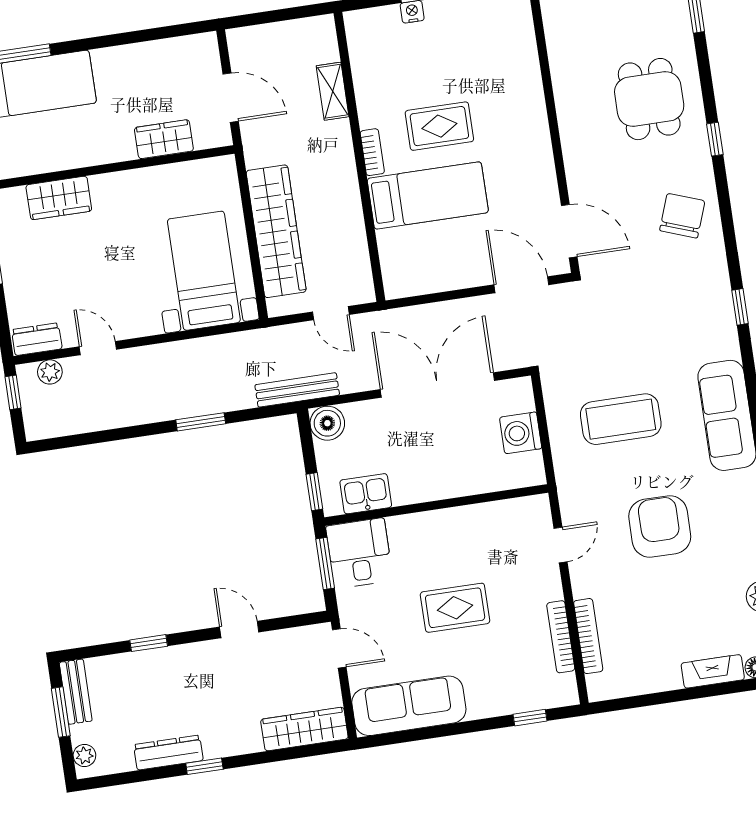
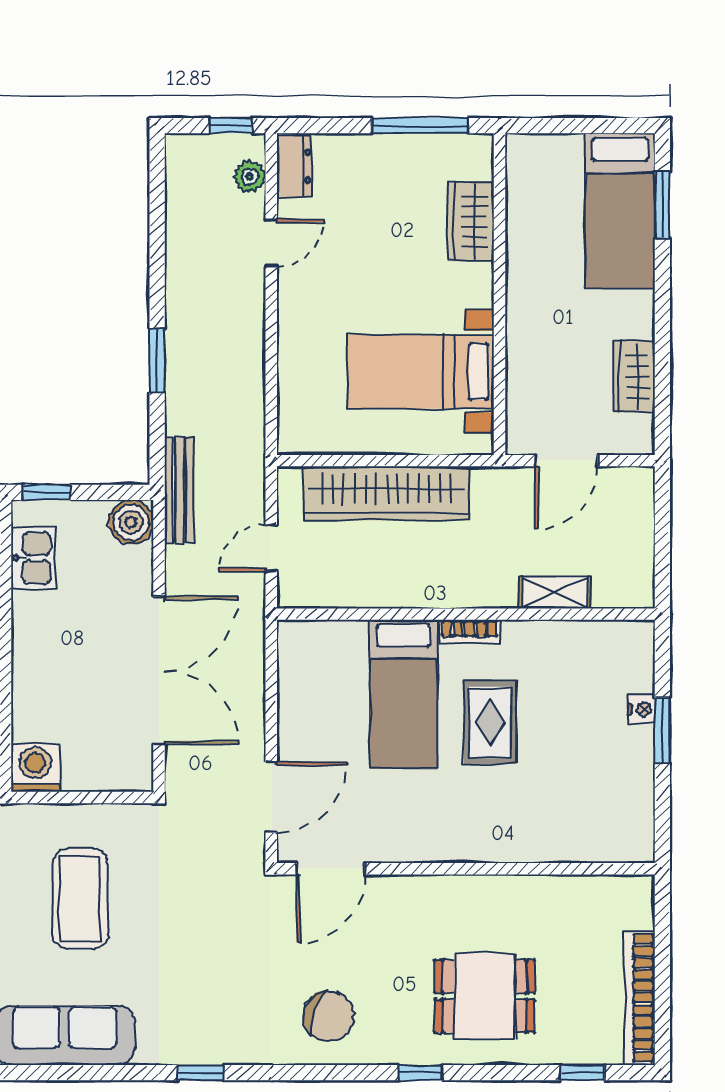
wardrobe: (164, 139) -> (634, 377), moved, turned 180
bed with nightstands: (204, 271) -> (421, 372), moved, turned 180
washing machine: (521, 433) -> (35, 768), moved

